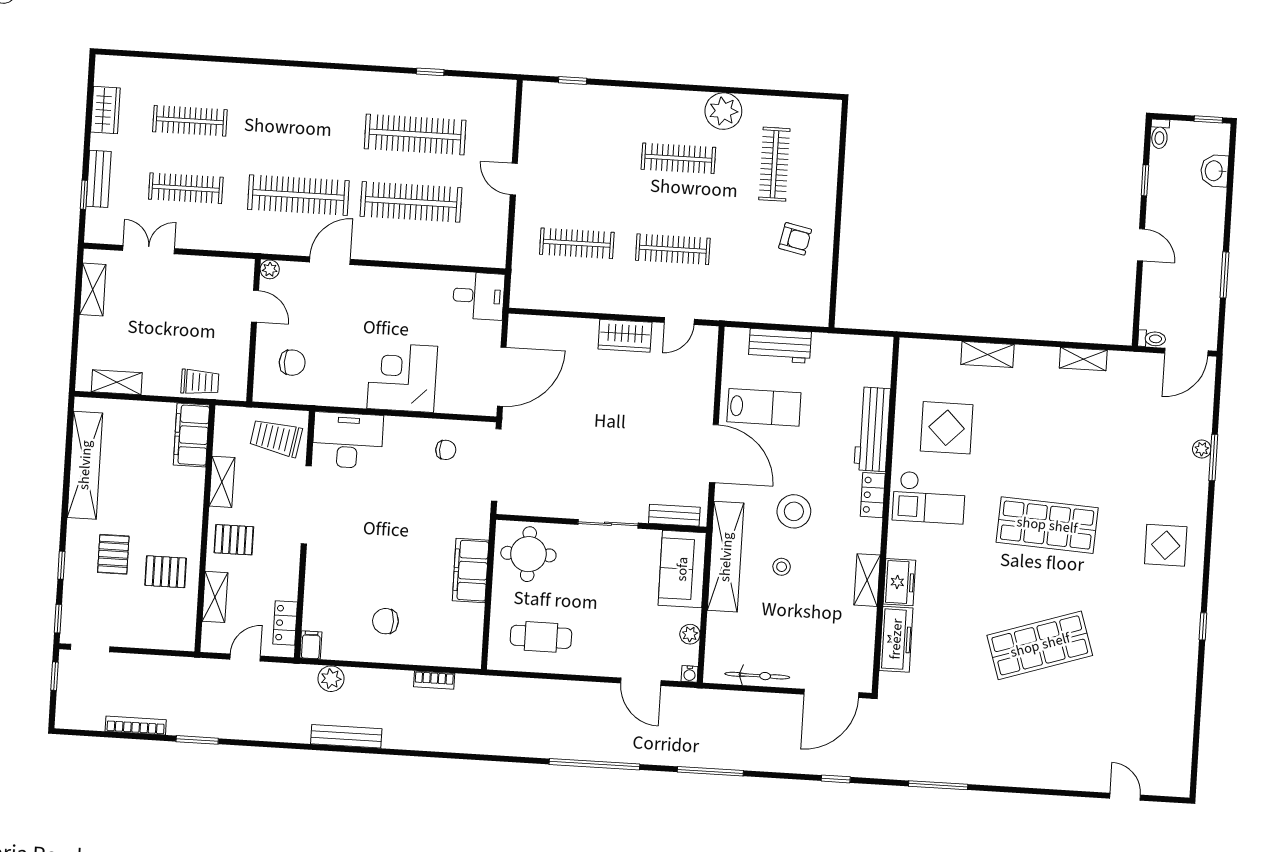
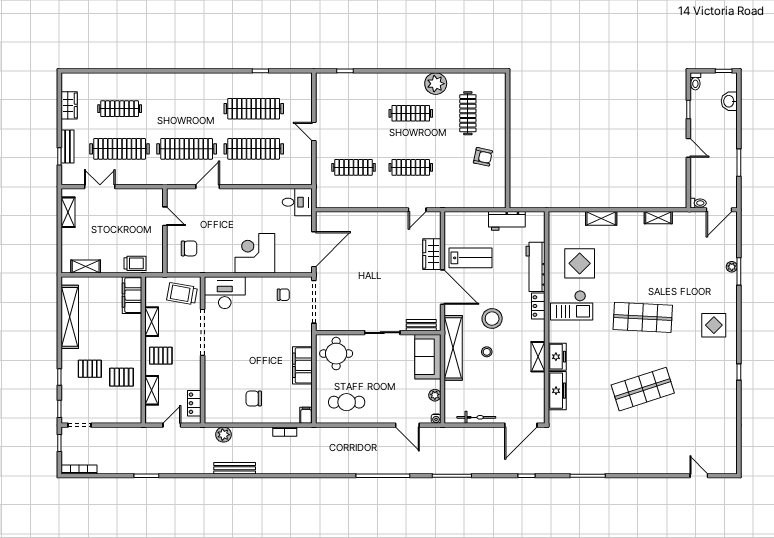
clothes rail: (186, 188) -> (120, 149), width x1.37, depth x1.31
plant: (270, 269) -> (172, 194), removed
wardrobe: (625, 336) -> (432, 254), moved, turned 90
workbench: (780, 346) -> (507, 221), moved
pallet: (113, 554) -> (90, 369), turned 90
filing cabinet: (311, 645) -> (306, 415), moved
bookcase: (136, 726) -> (79, 469), moved

